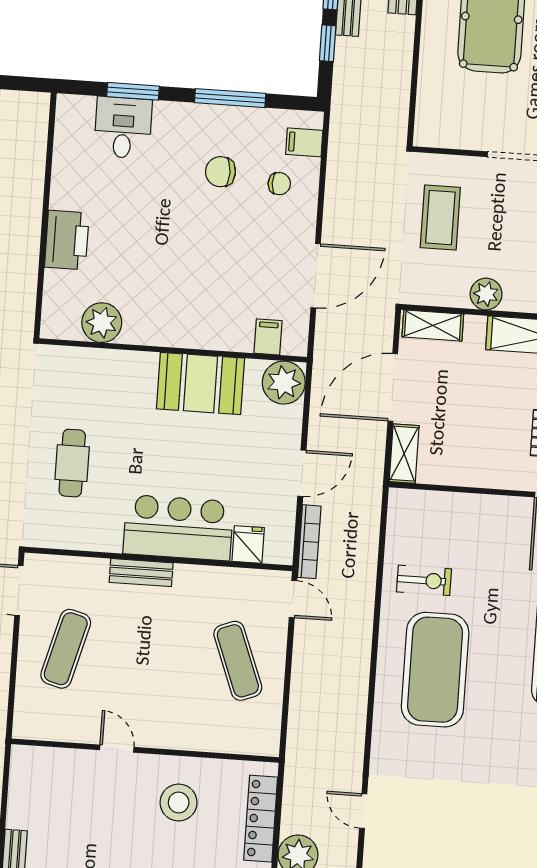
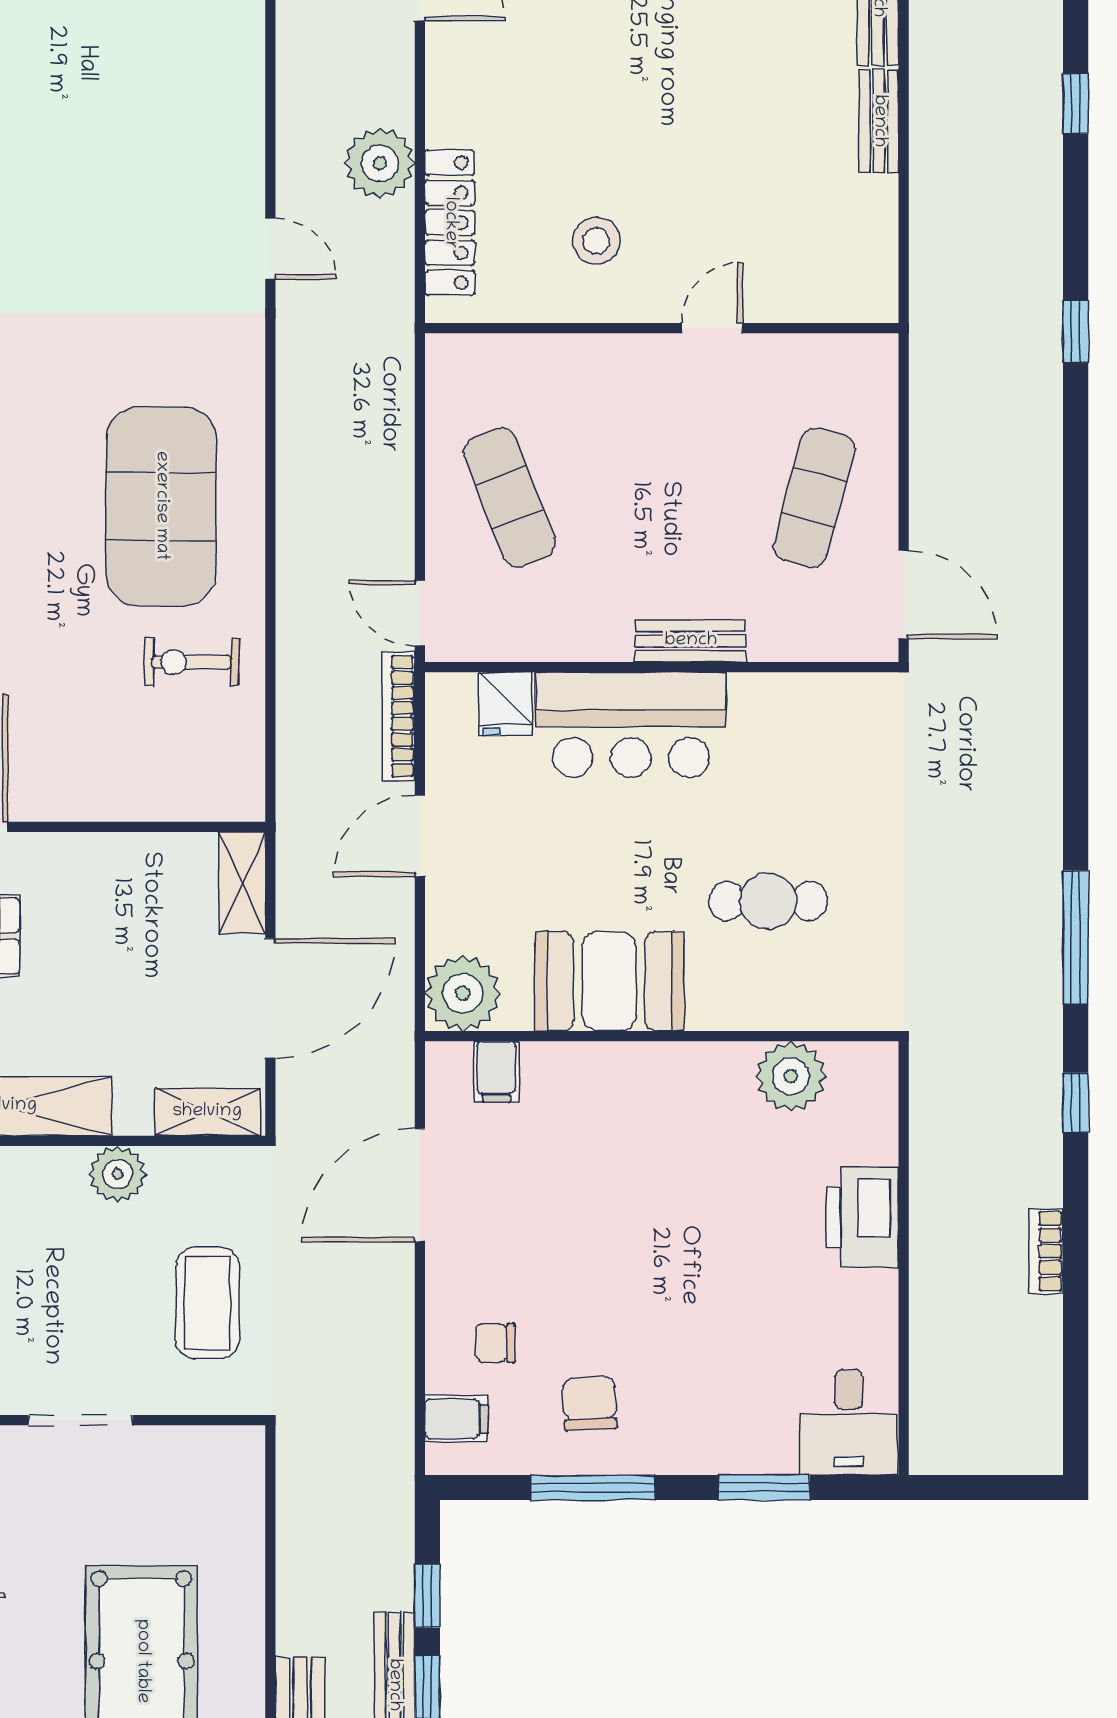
desk: (123, 128) -> (849, 1422), moved
chair: (220, 172) -> (590, 1403), moved, turned -93
cafe table: (72, 463) -> (768, 901), moved, turned 90
door: (117, 749) -> (712, 328), swing flipped
stool: (179, 803) -> (596, 241), width x0.73, depth x0.73

